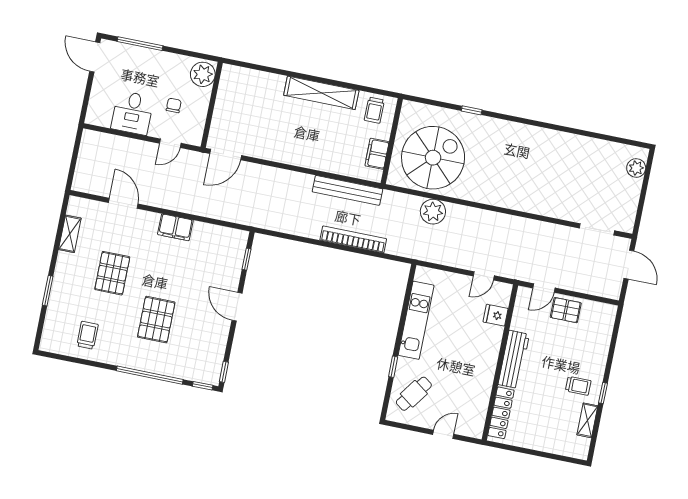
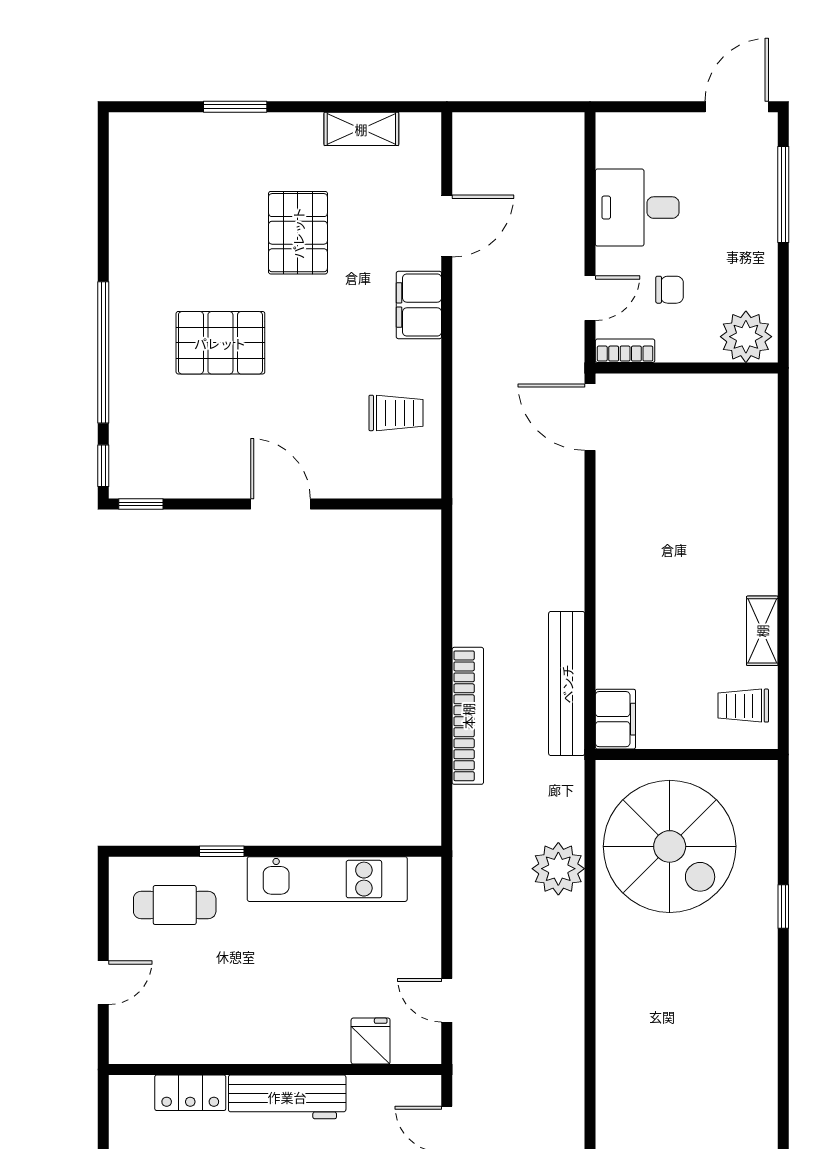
shelving: (321, 93) -> (762, 631), width x0.45, depth x0.75
bookcase: (198, 132) -> (625, 351), added
door: (170, 143) -> (590, 298), swing flipped
filing cabinet: (377, 154) -> (615, 719), moved, turned 90
filing cabinet: (175, 227) -> (419, 305), moved
window: (247, 259) -> (383, 504), removed
pallet: (112, 273) -> (298, 233), turned 90
door: (237, 307) -> (281, 504), hinge flipped
trolley: (87, 335) -> (396, 413), moved
cafe table: (414, 394) -> (175, 905), turned -36
locker: (501, 413) -> (190, 1093), width x0.66
door: (443, 434) -> (103, 983), hinge flipped

